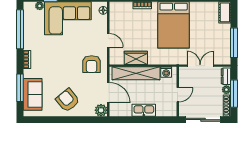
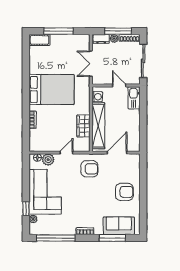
window: (234, 43) -> (59, 31), moved
armchair: (68, 100) -> (124, 192), turned -141
plant: (101, 110) -> (48, 160), moved
kitchen sink: (144, 110) -> (134, 98), moved

